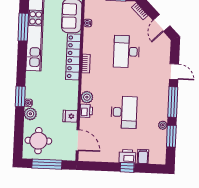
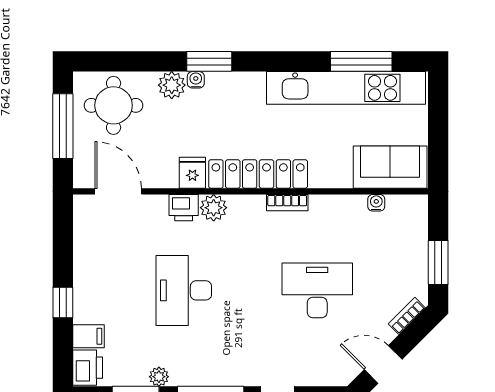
locker: (73, 57) -> (258, 174), moved
desk: (124, 112) -> (184, 290), turned 90
fridge: (70, 116) -> (192, 173), moved
door: (78, 140) -> (118, 191), swing flipped
printer: (127, 156) -> (88, 368), moved

